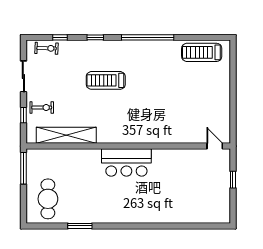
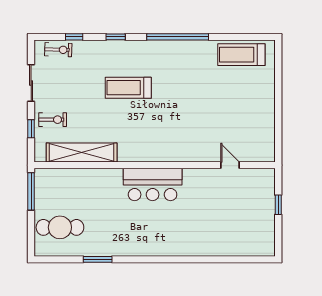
door: (215, 146) -> (230, 165), moved
cafe table: (48, 199) -> (60, 227), turned 90

